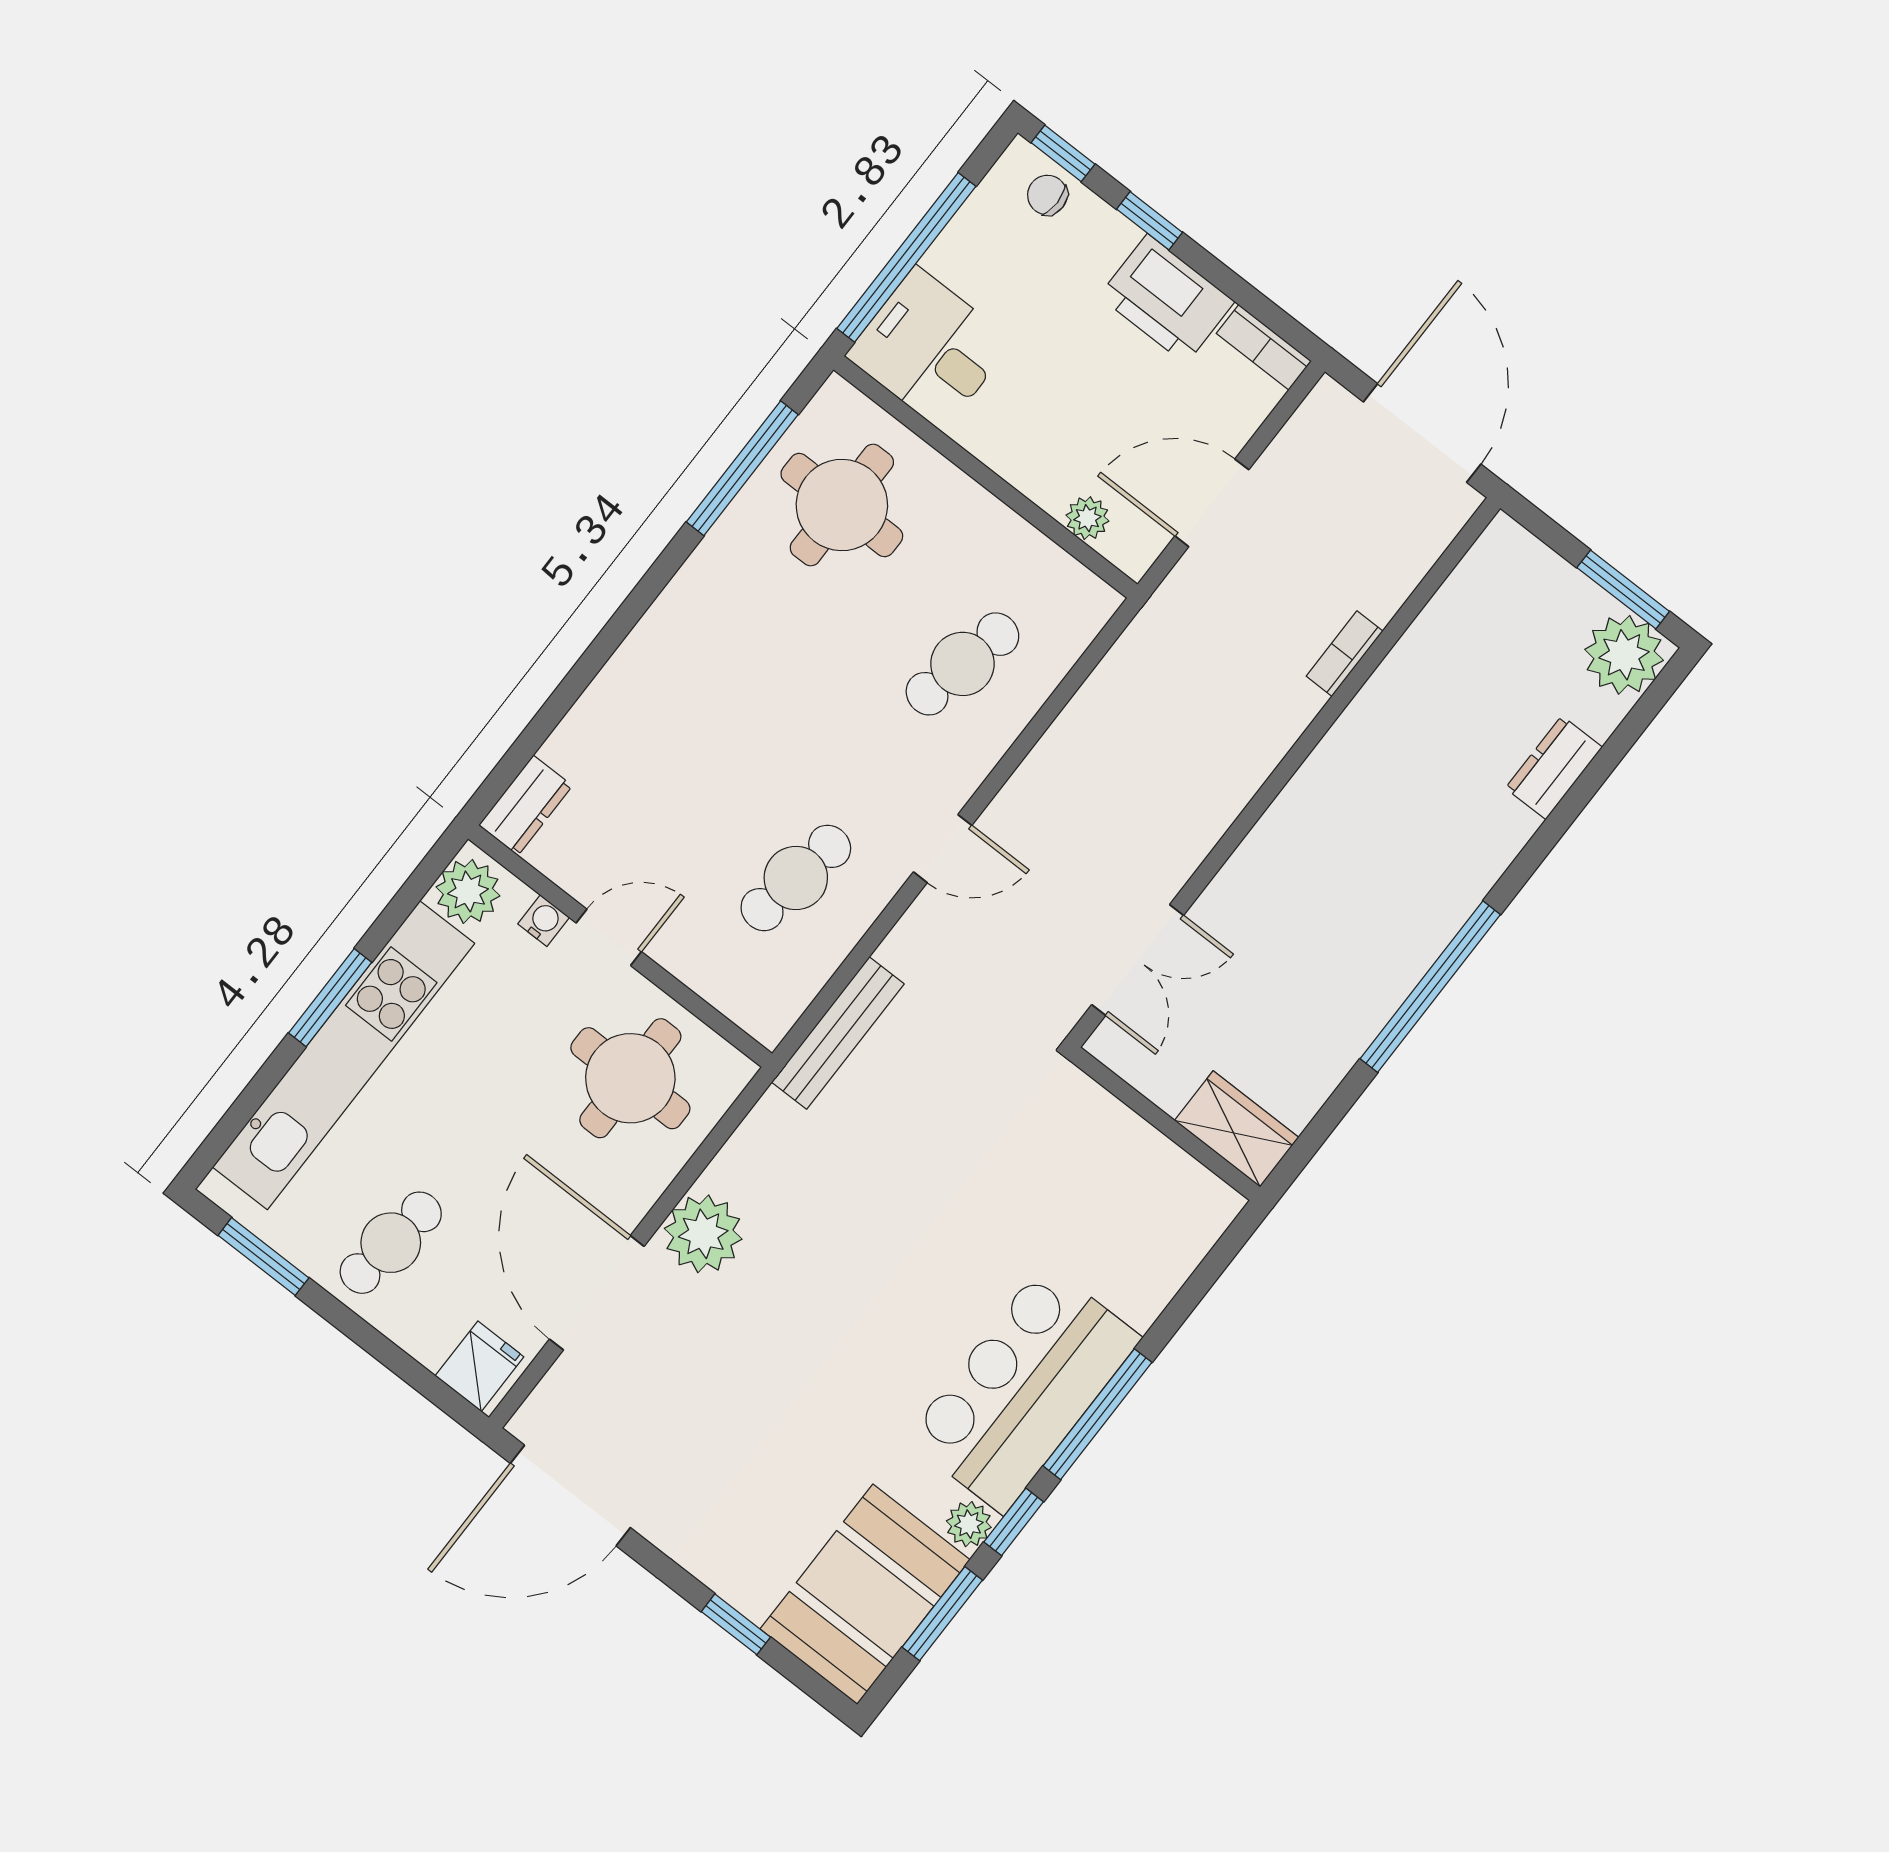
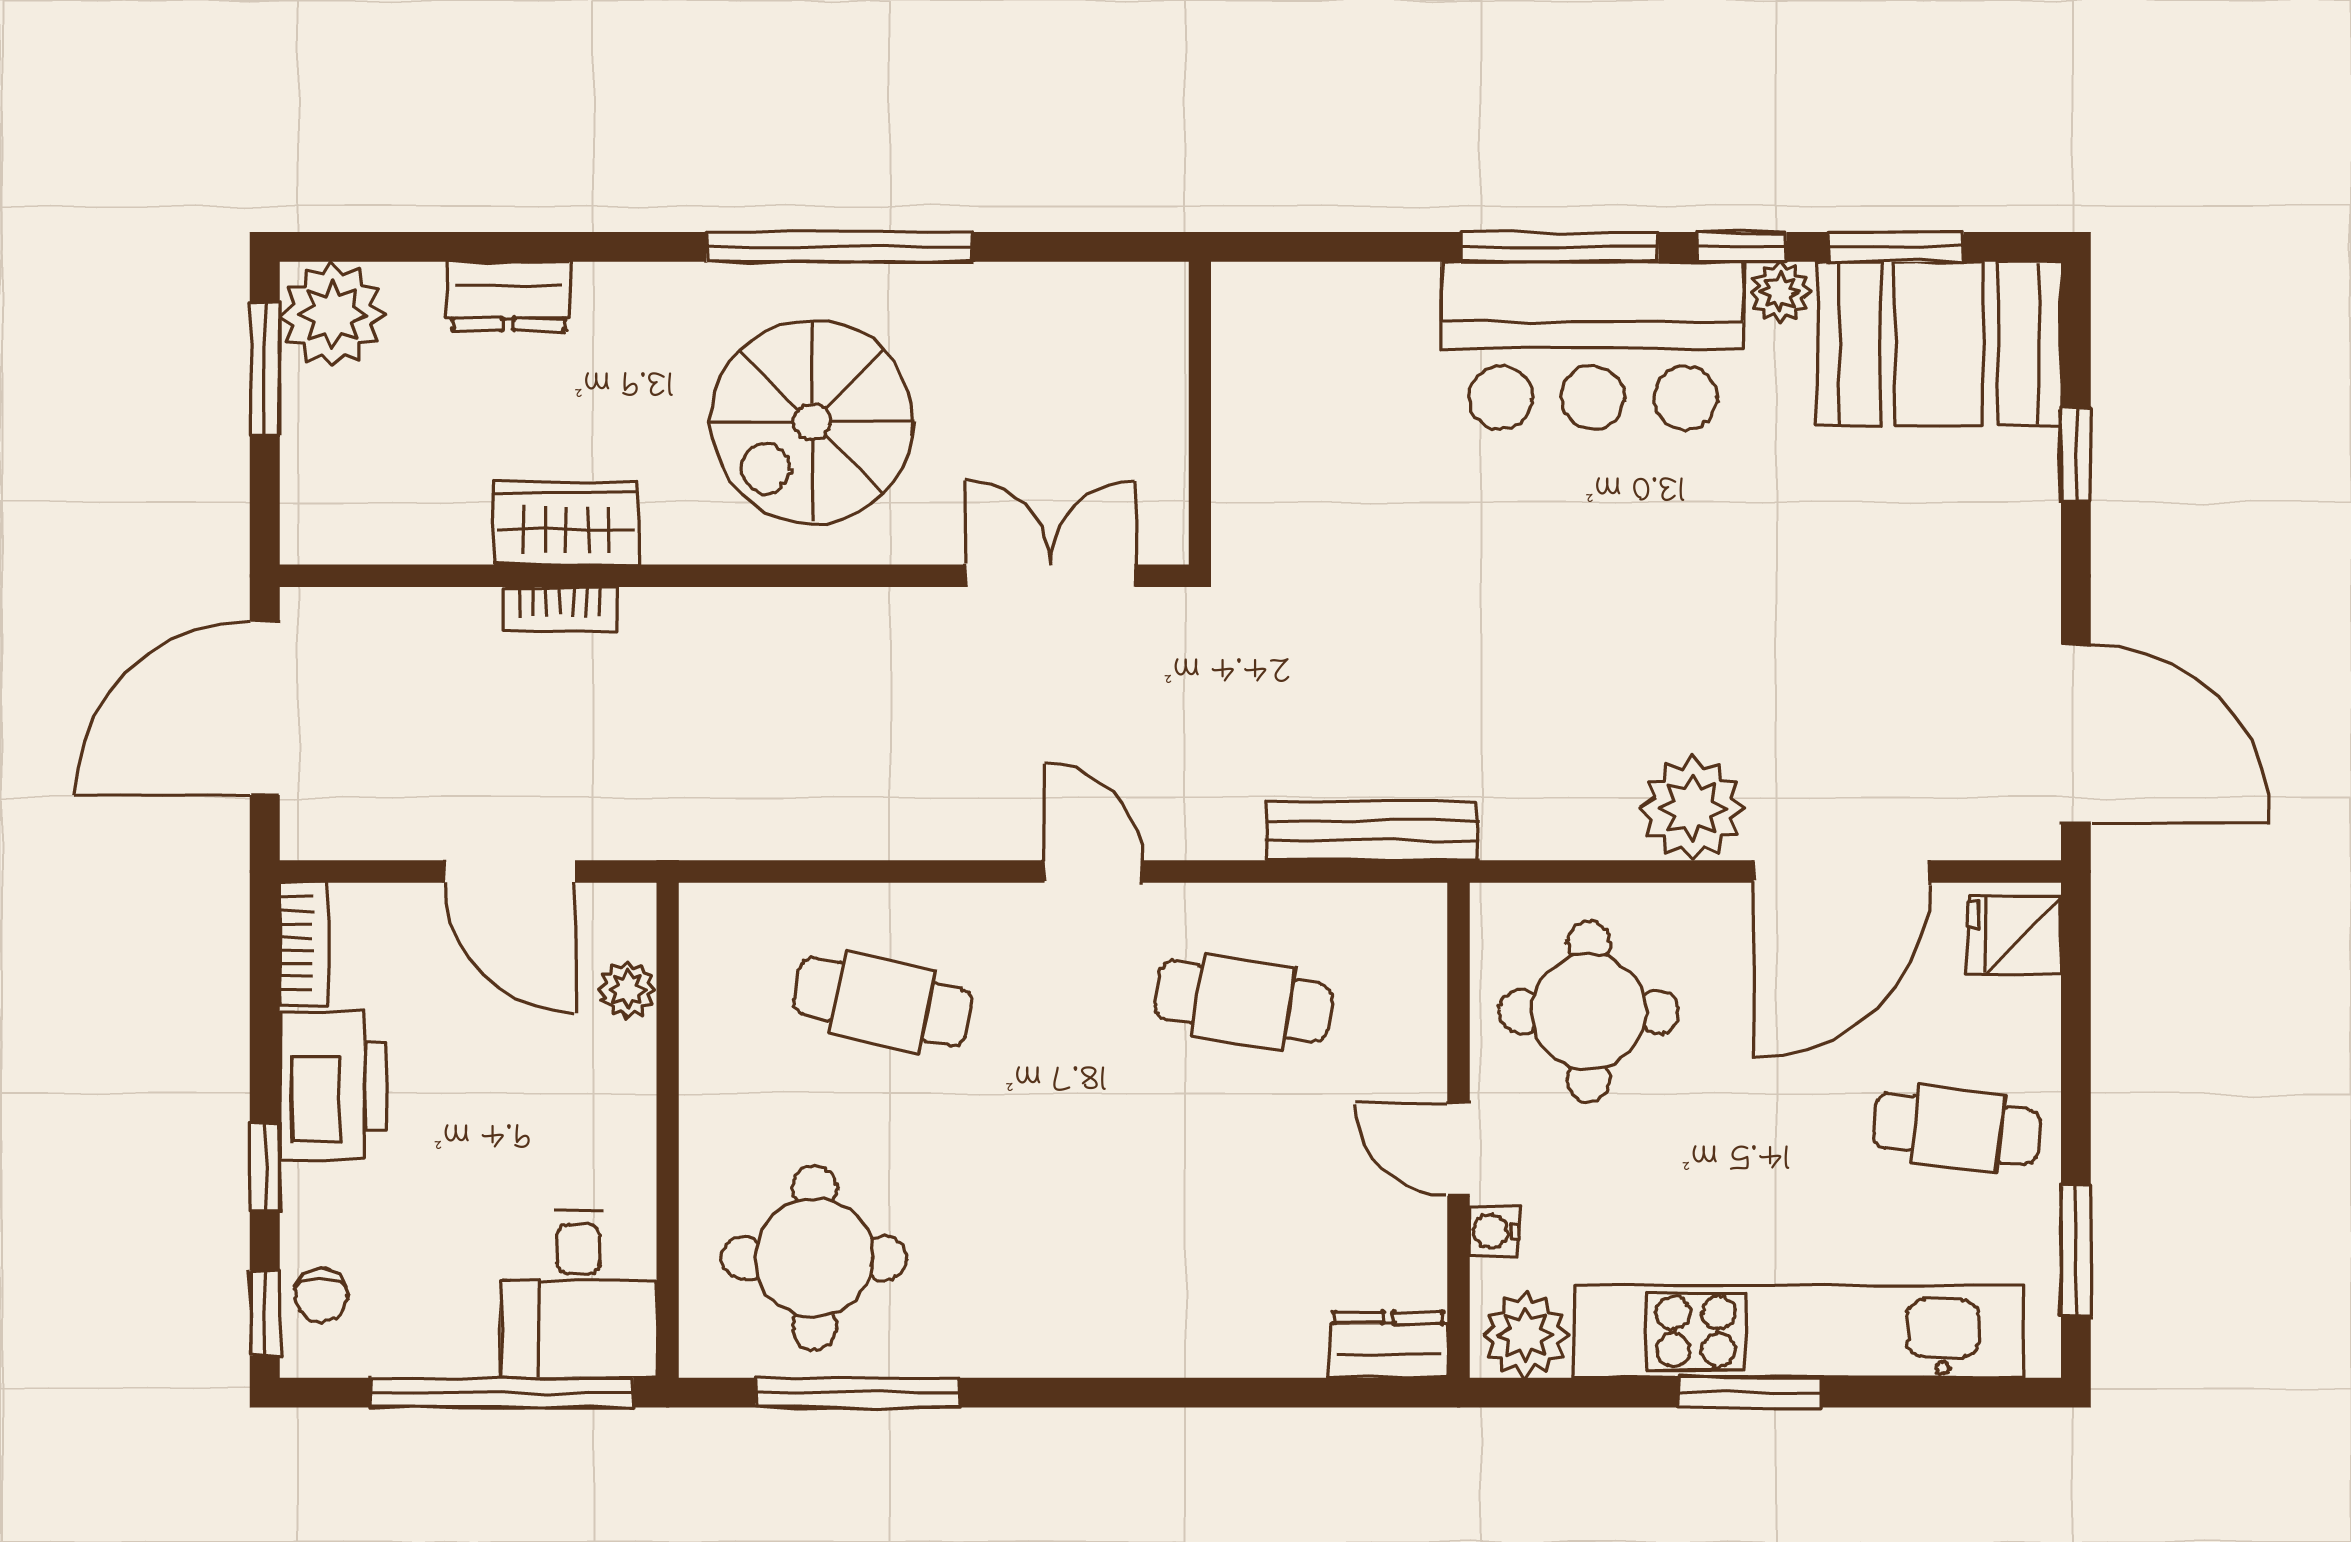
spiral stairs: (1339, 890) -> (812, 422), added
wardrobe: (1237, 1129) -> (566, 523), moved, turned 90

